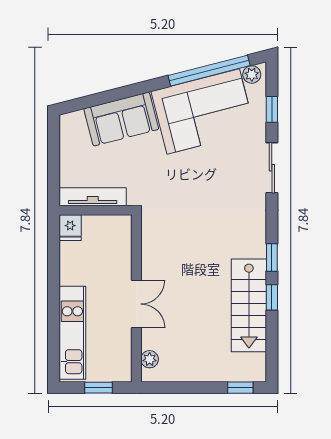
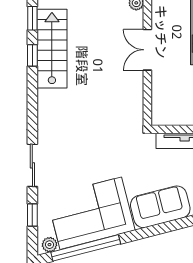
window: (272, 257) -> (32, 18), moved

